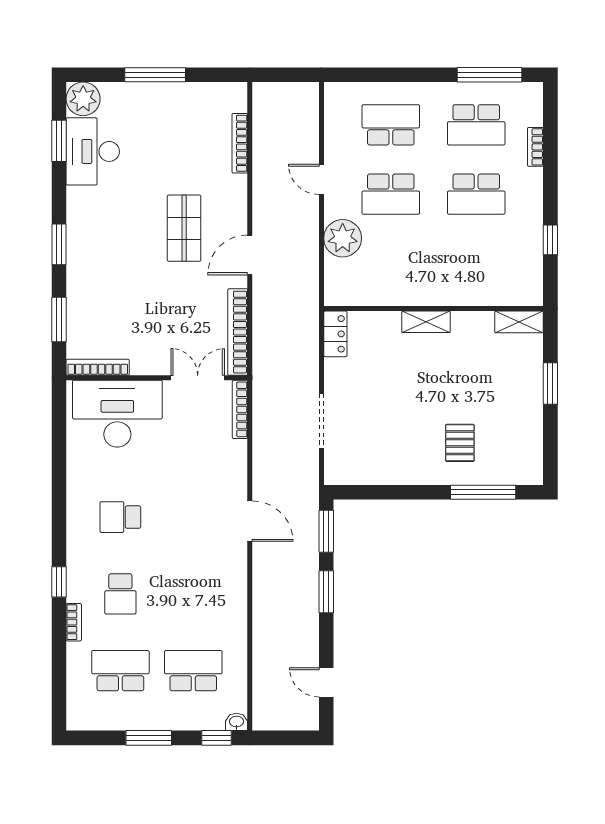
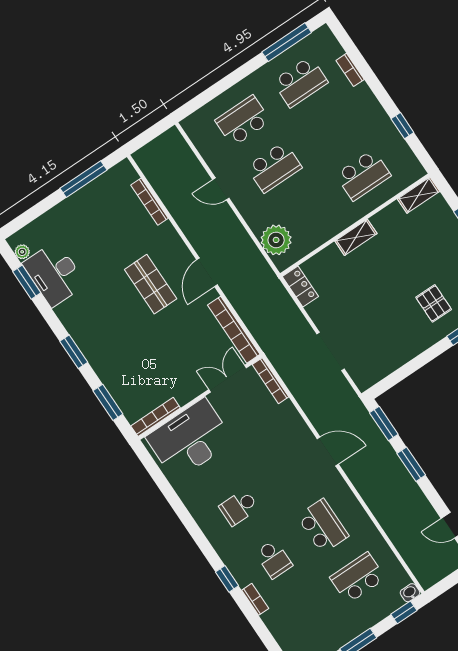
window: (155, 75) -> (84, 179), moved
plant: (83, 99) -> (22, 252), width x0.53, depth x0.53
school desk: (476, 194) -> (363, 175), moved
plant: (343, 238) -> (276, 240), moved
school desk: (120, 671) -> (323, 526), moved, turned 90

